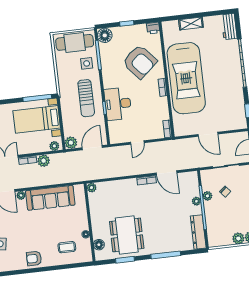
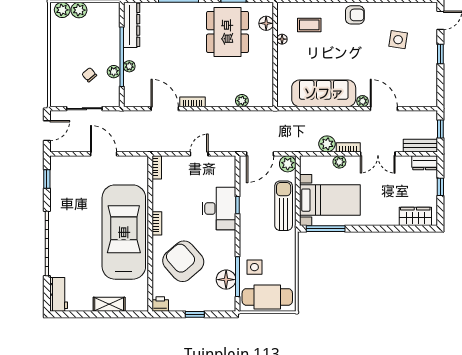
floor lamp: (105, 35) -> (226, 280), moved
sun lounger: (86, 98) -> (284, 206), moved
plant: (54, 146) -> (339, 162), moved
plant: (92, 188) -> (242, 101), moved

